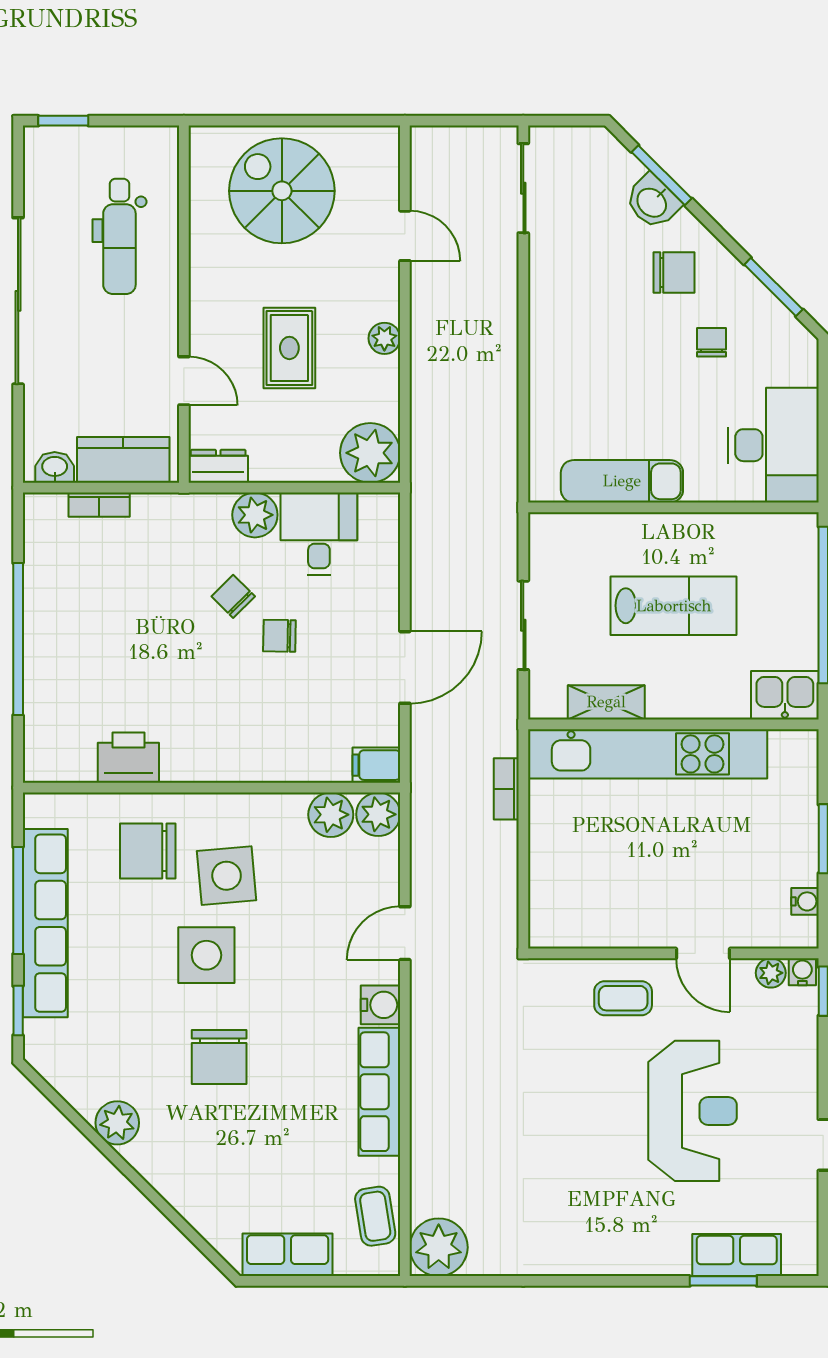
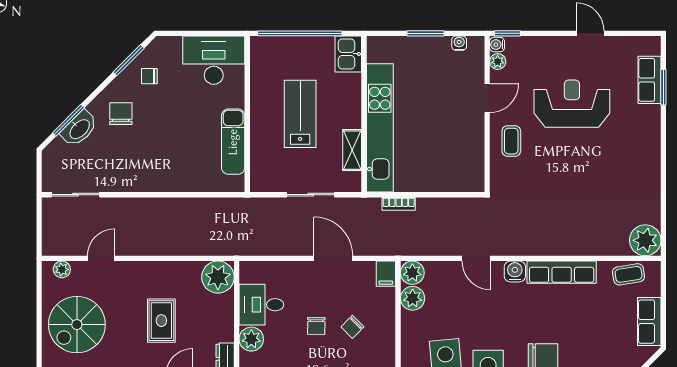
washbasin: (653, 202) -> (79, 129), width x1.38
plant: (384, 338) -> (62, 269), moved
chair: (712, 342) -> (149, 76), moved
rug: (289, 348) -> (161, 321), turned 90
chair: (233, 596) -> (352, 327), moved

